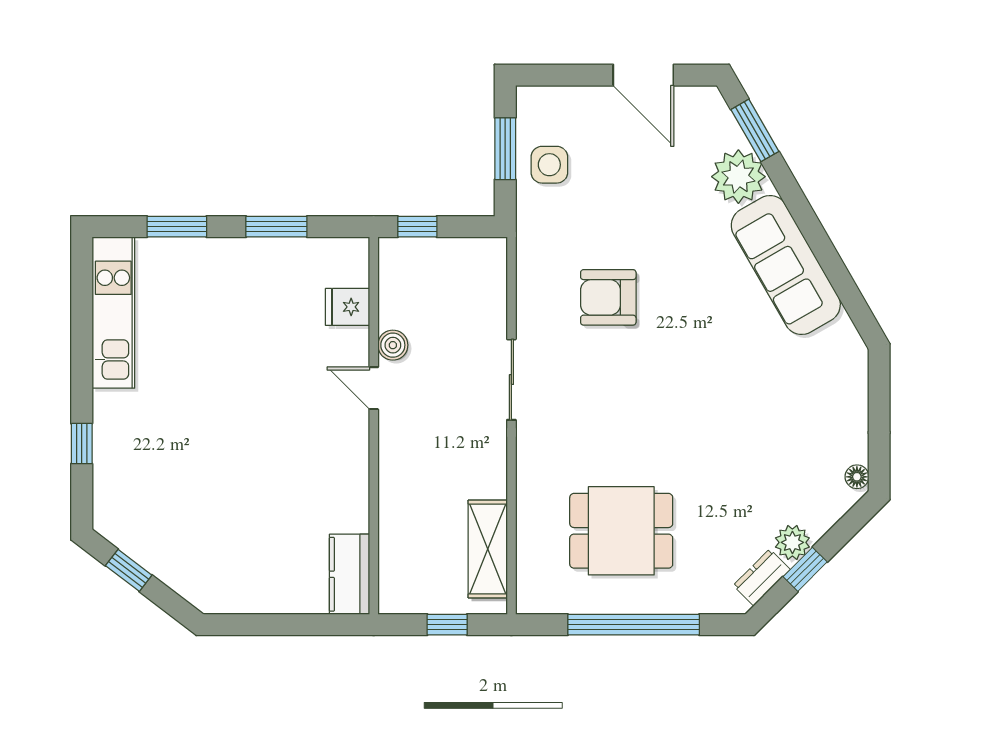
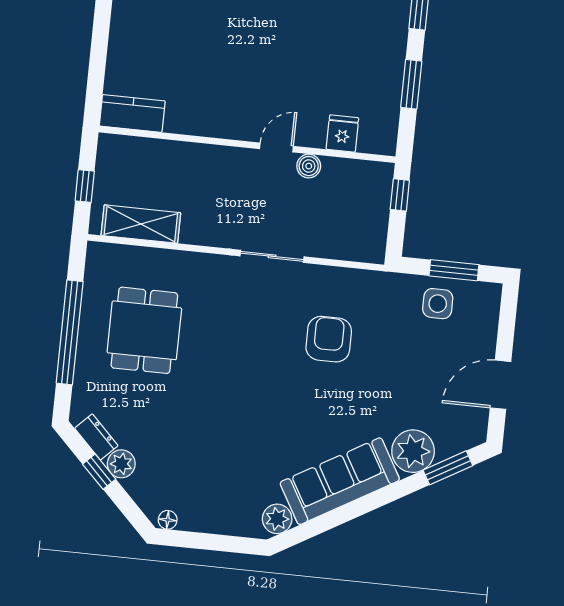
plant: (841, 339) -> (277, 519), added

